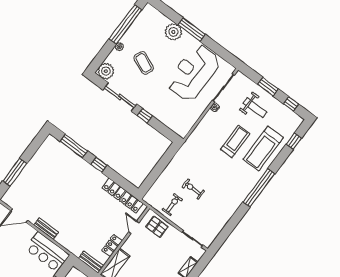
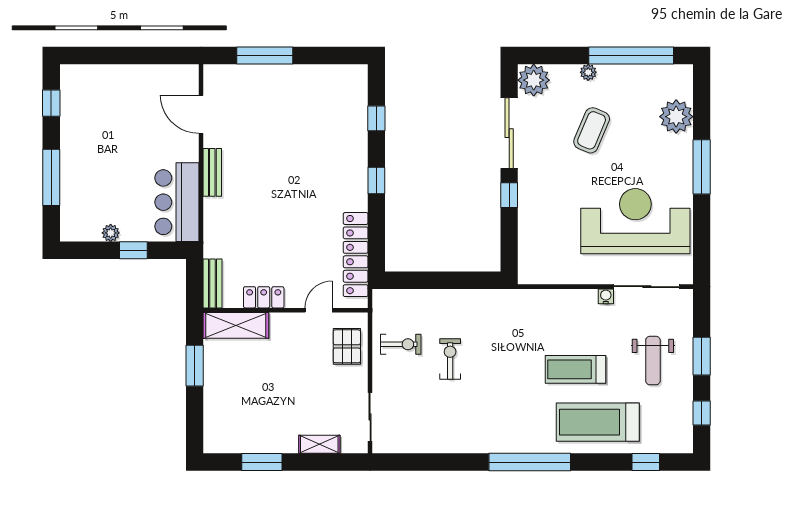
plant: (173, 32) -> (676, 117), moved
treadmill: (235, 141) -> (576, 369), turned 180
window: (74, 146) -> (376, 118), width x0.46

